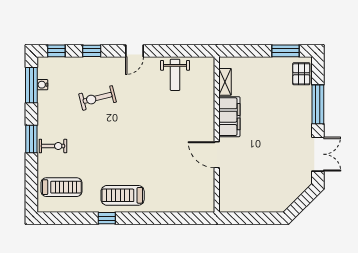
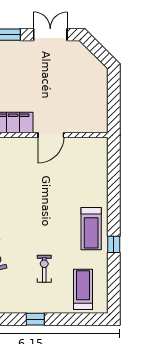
window: (31, 139) -> (35, 319), width x0.67
exercise bike: (53, 146) -> (44, 269), moved

